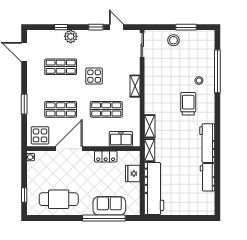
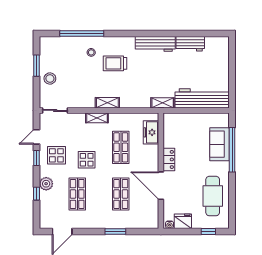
shelving: (150, 126) -> (107, 103), moved
display table: (40, 135) -> (56, 155), moved
locker: (106, 156) -> (169, 159), moved
fridge: (133, 174) -> (183, 221), moved, turned 180

